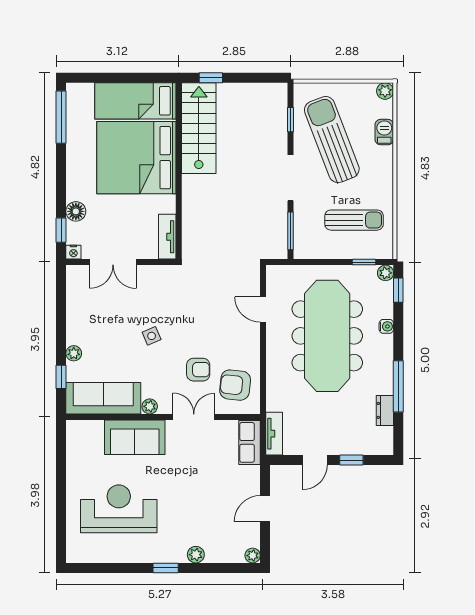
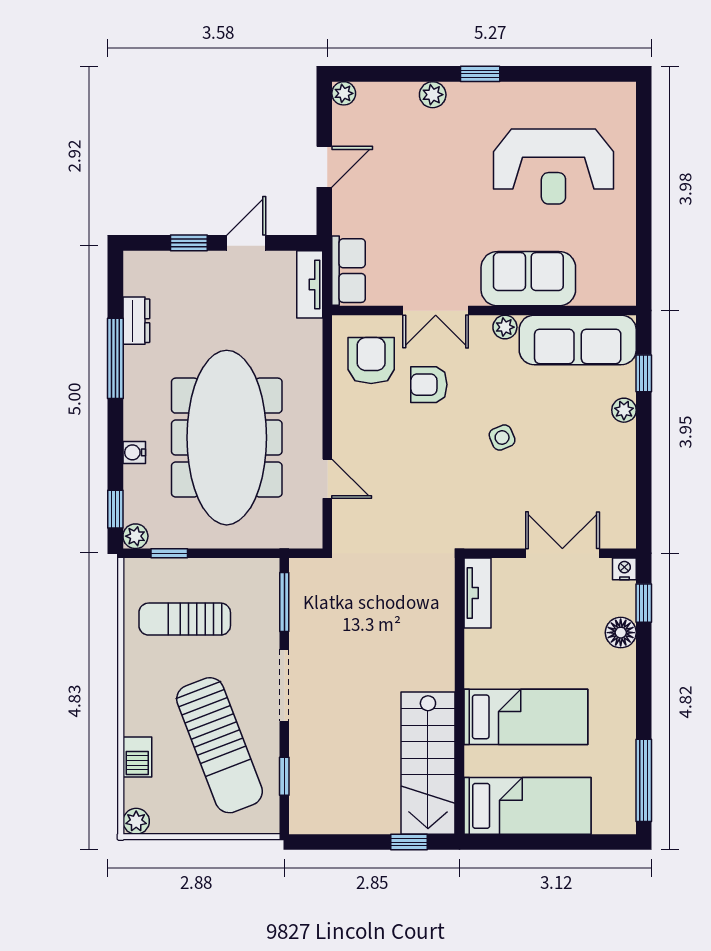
bed: (136, 158) -> (526, 717), width x0.49
armchair: (235, 385) -> (371, 361), turned -96

